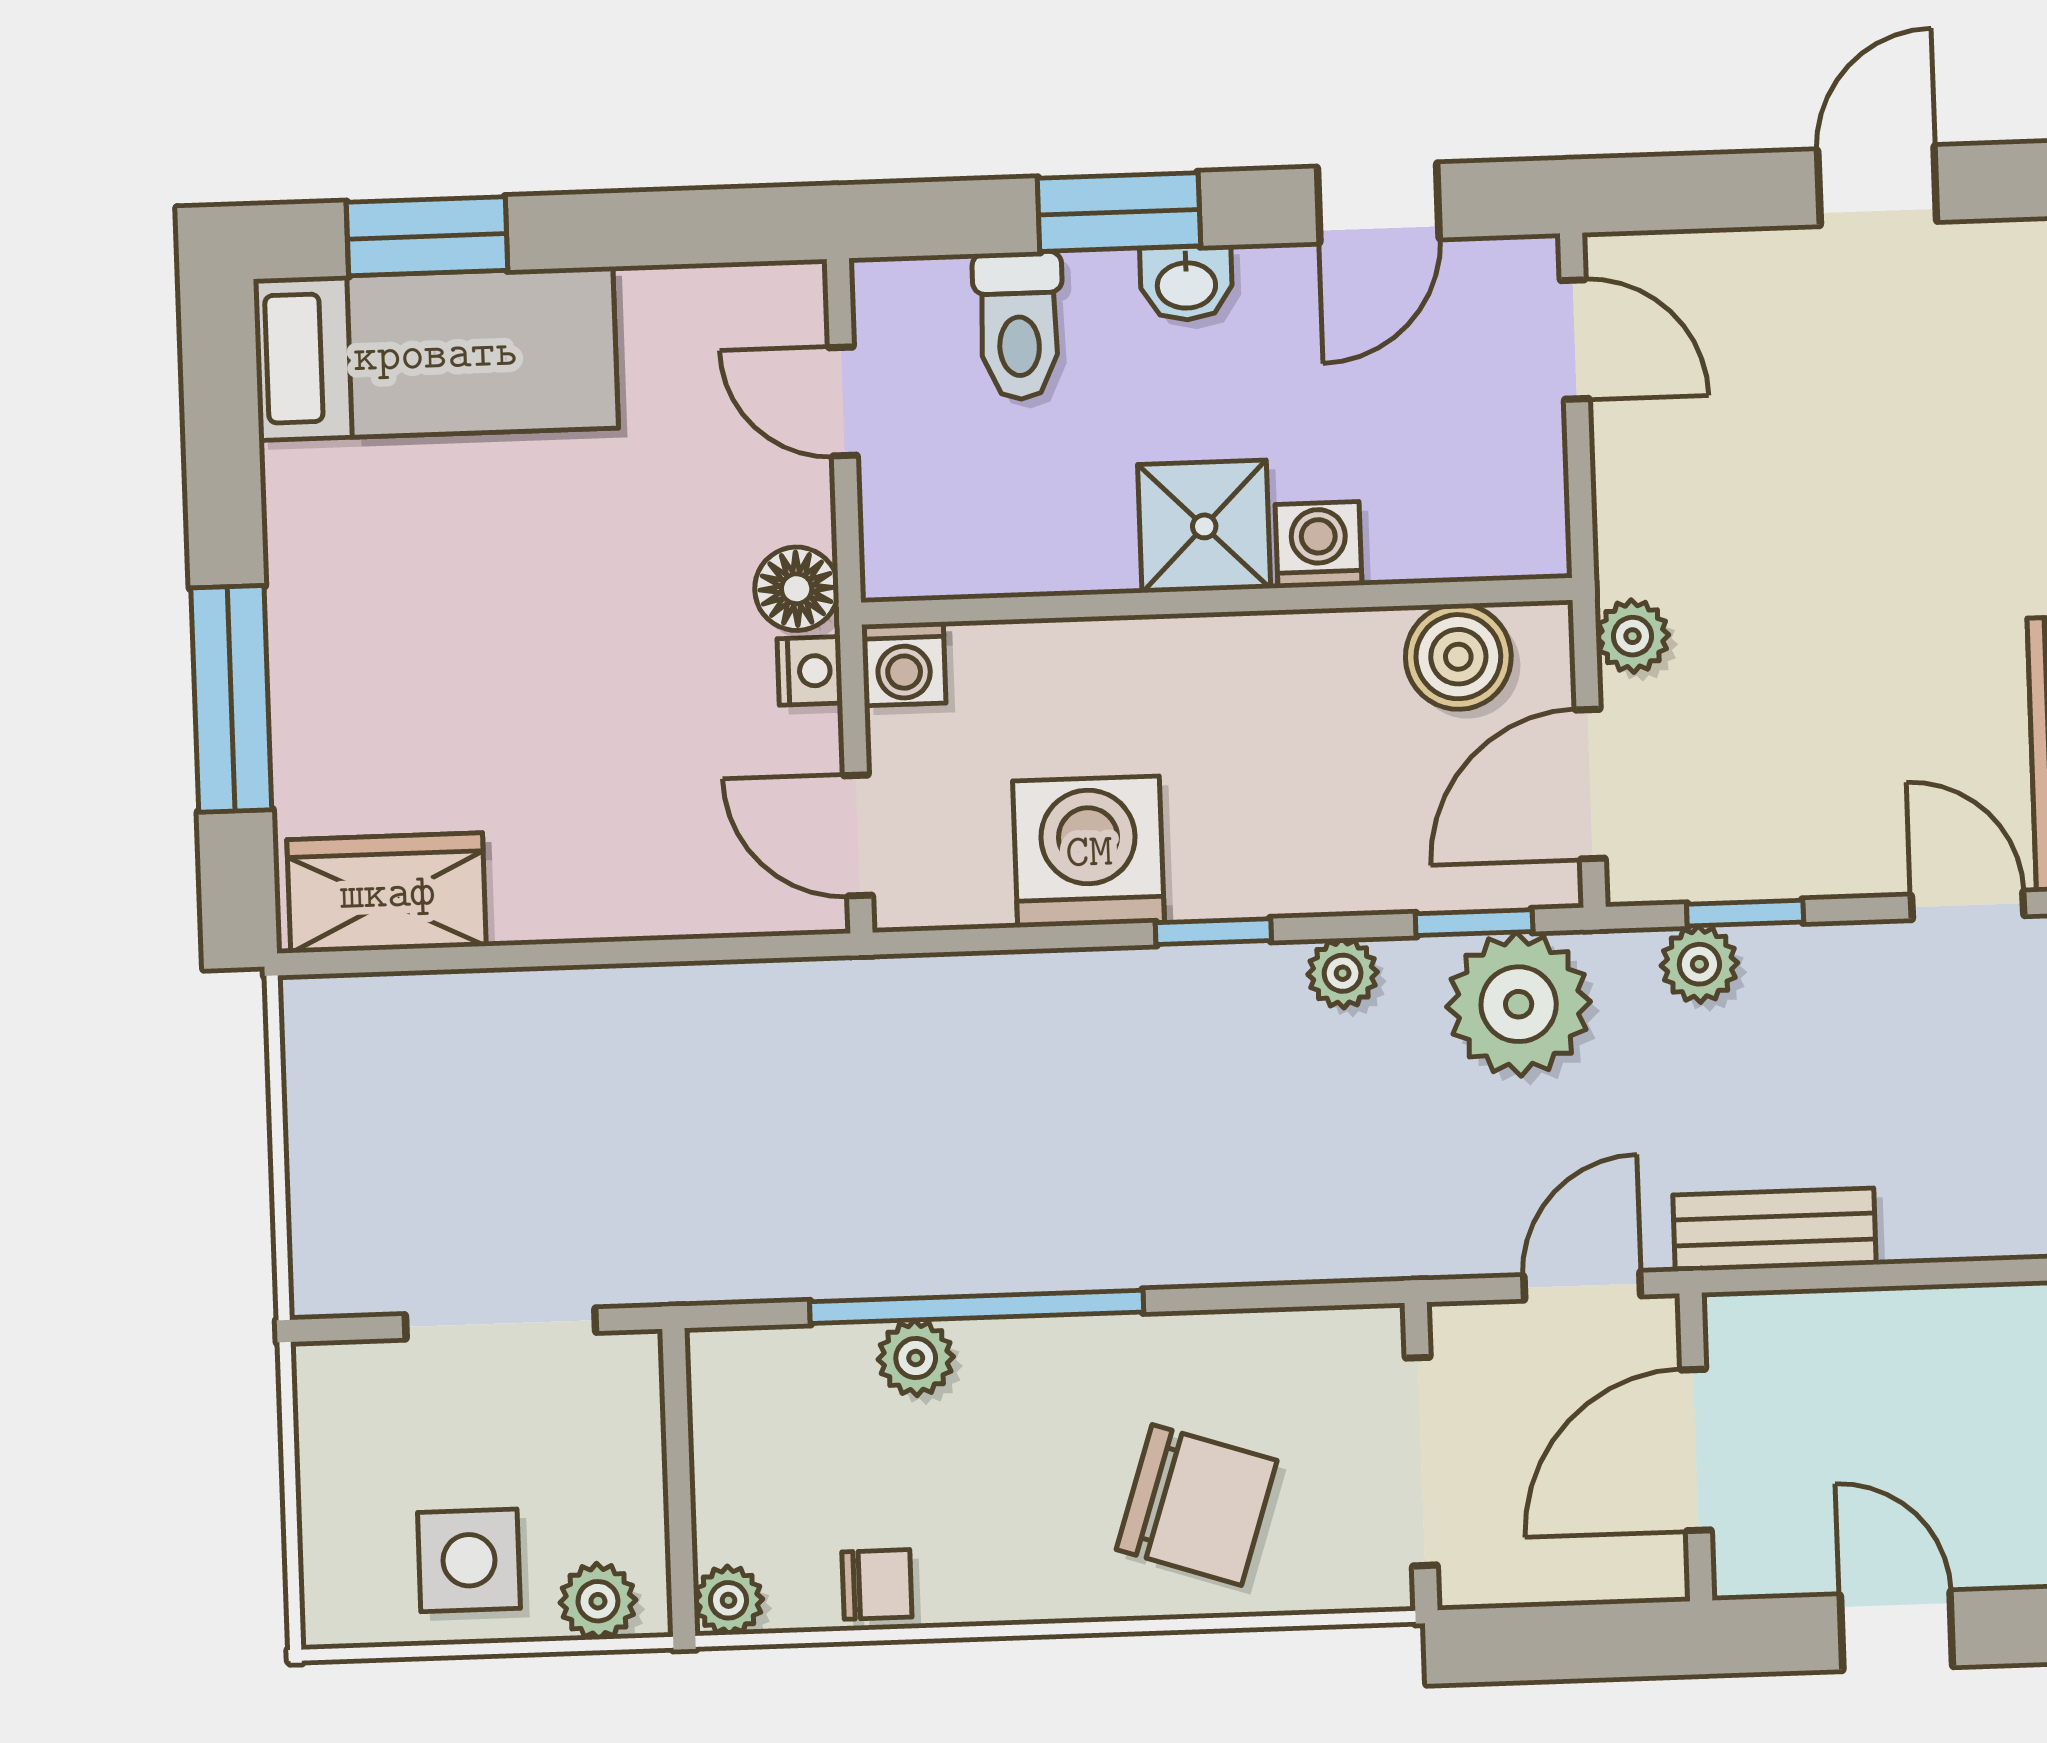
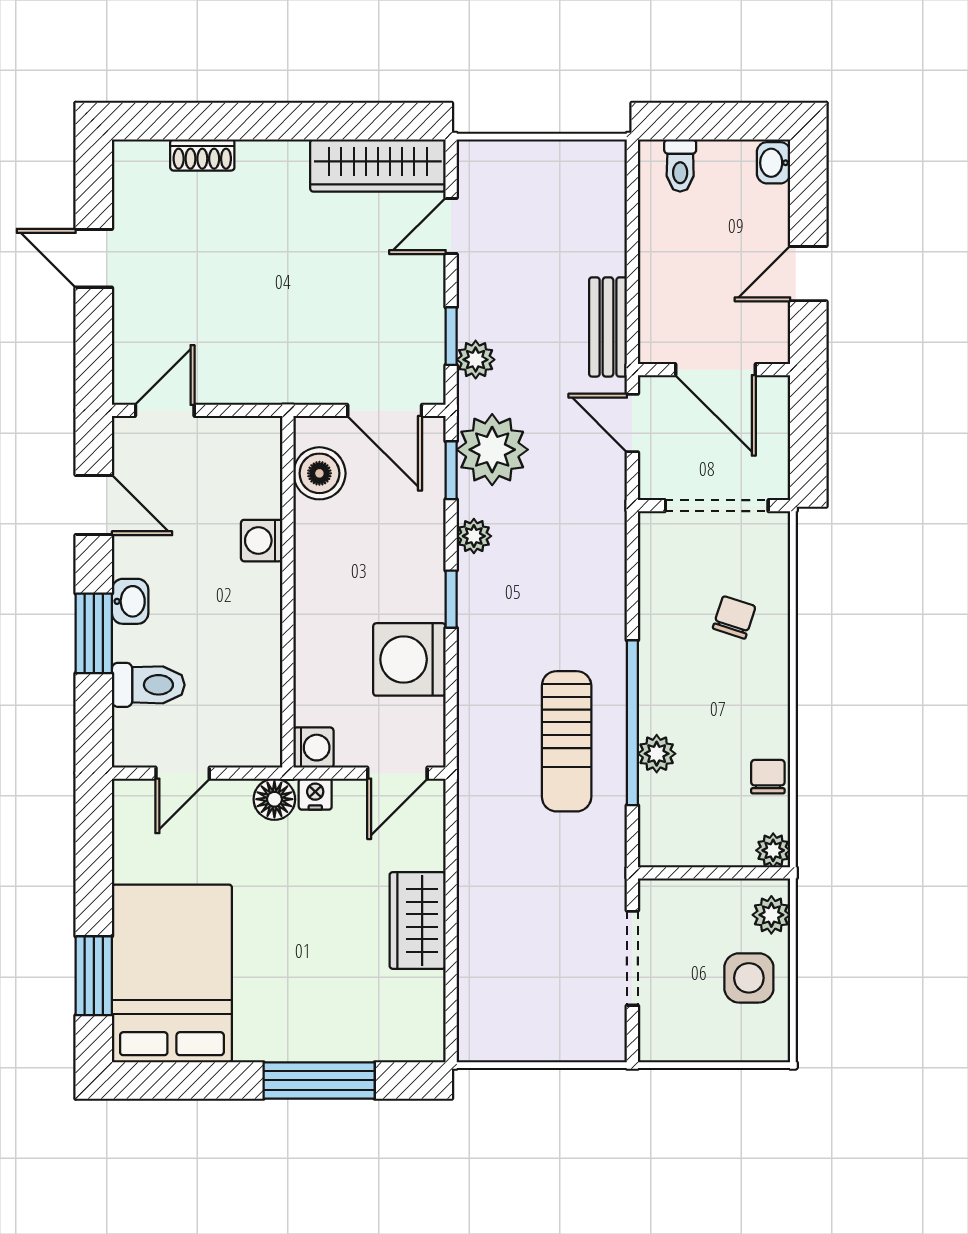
bed: (436, 354) -> (172, 973), width x1.50
shower: (1204, 526) -> (251, 597), removed
plant: (1633, 636) -> (312, 387), removed
wardrobe: (387, 893) -> (418, 920), moved
sun lounger: (934, 1175) -> (567, 741), added
chair: (1197, 1505) -> (734, 617), width x0.54, depth x0.54

